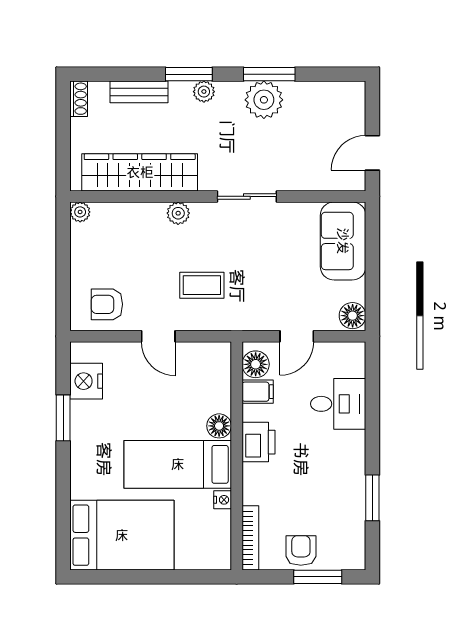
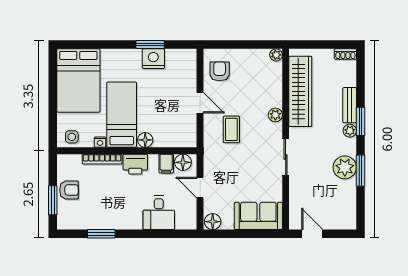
bench: (139, 92) -> (350, 105), moved
door: (158, 336) -> (200, 103), swing flipped
nightstand: (86, 381) -> (153, 59), moved
bookcase: (250, 538) -> (102, 159), moved
side table: (214, 546) -> (72, 137), added

